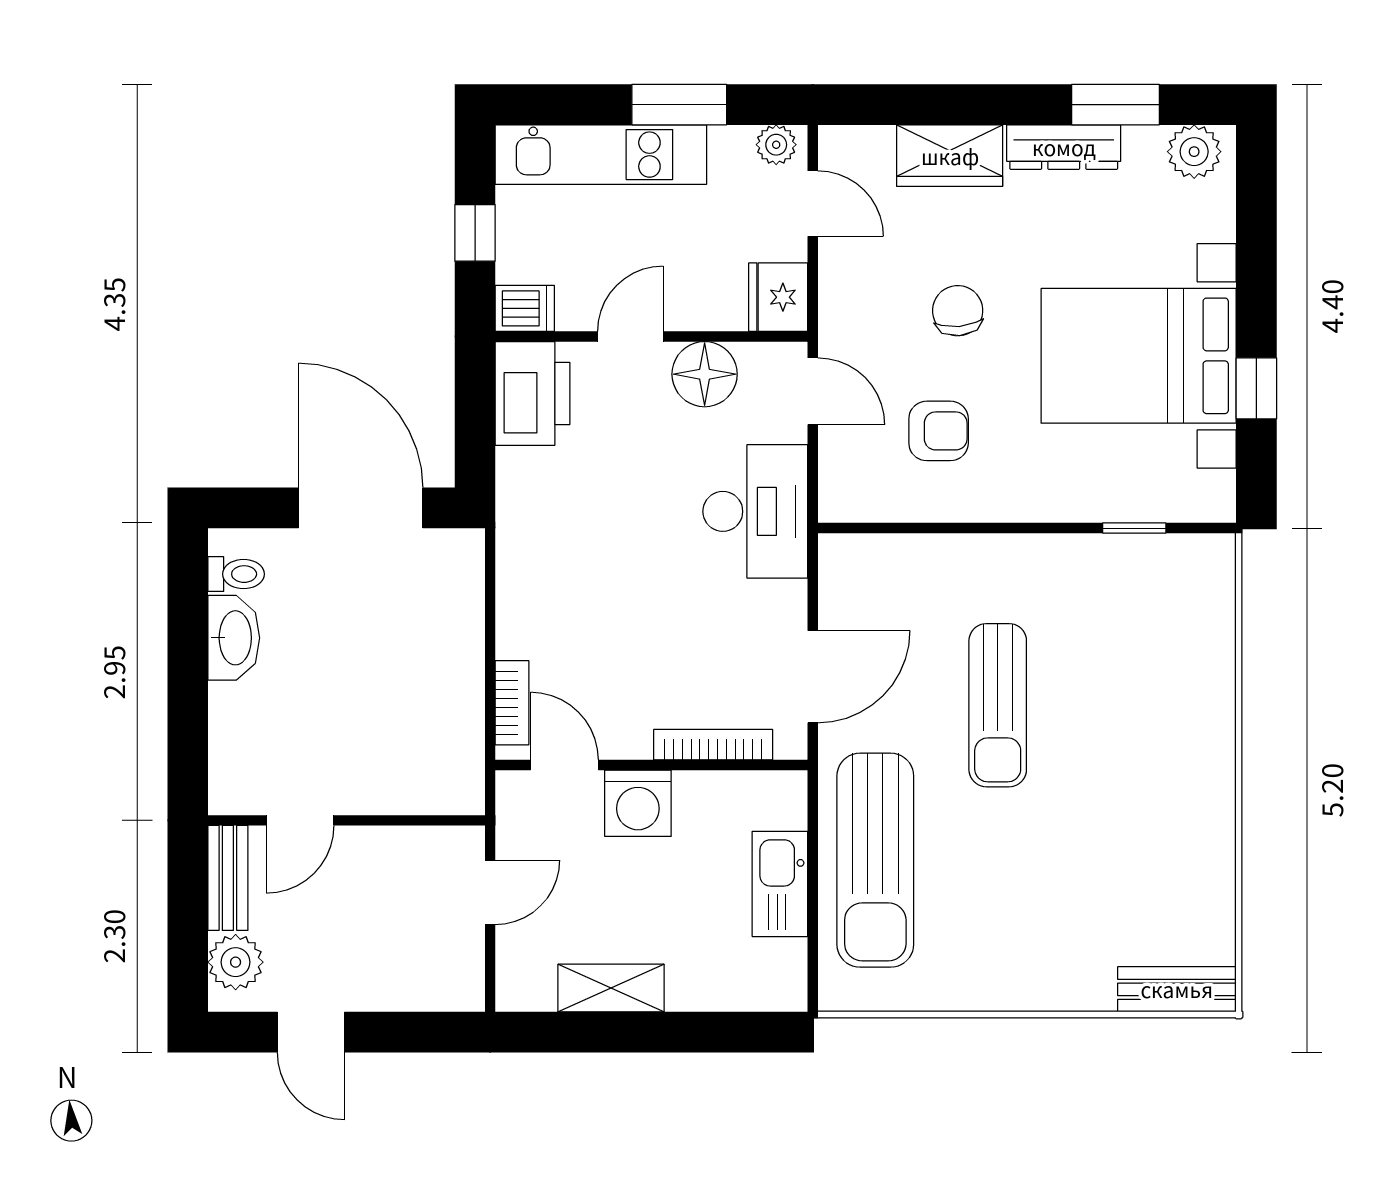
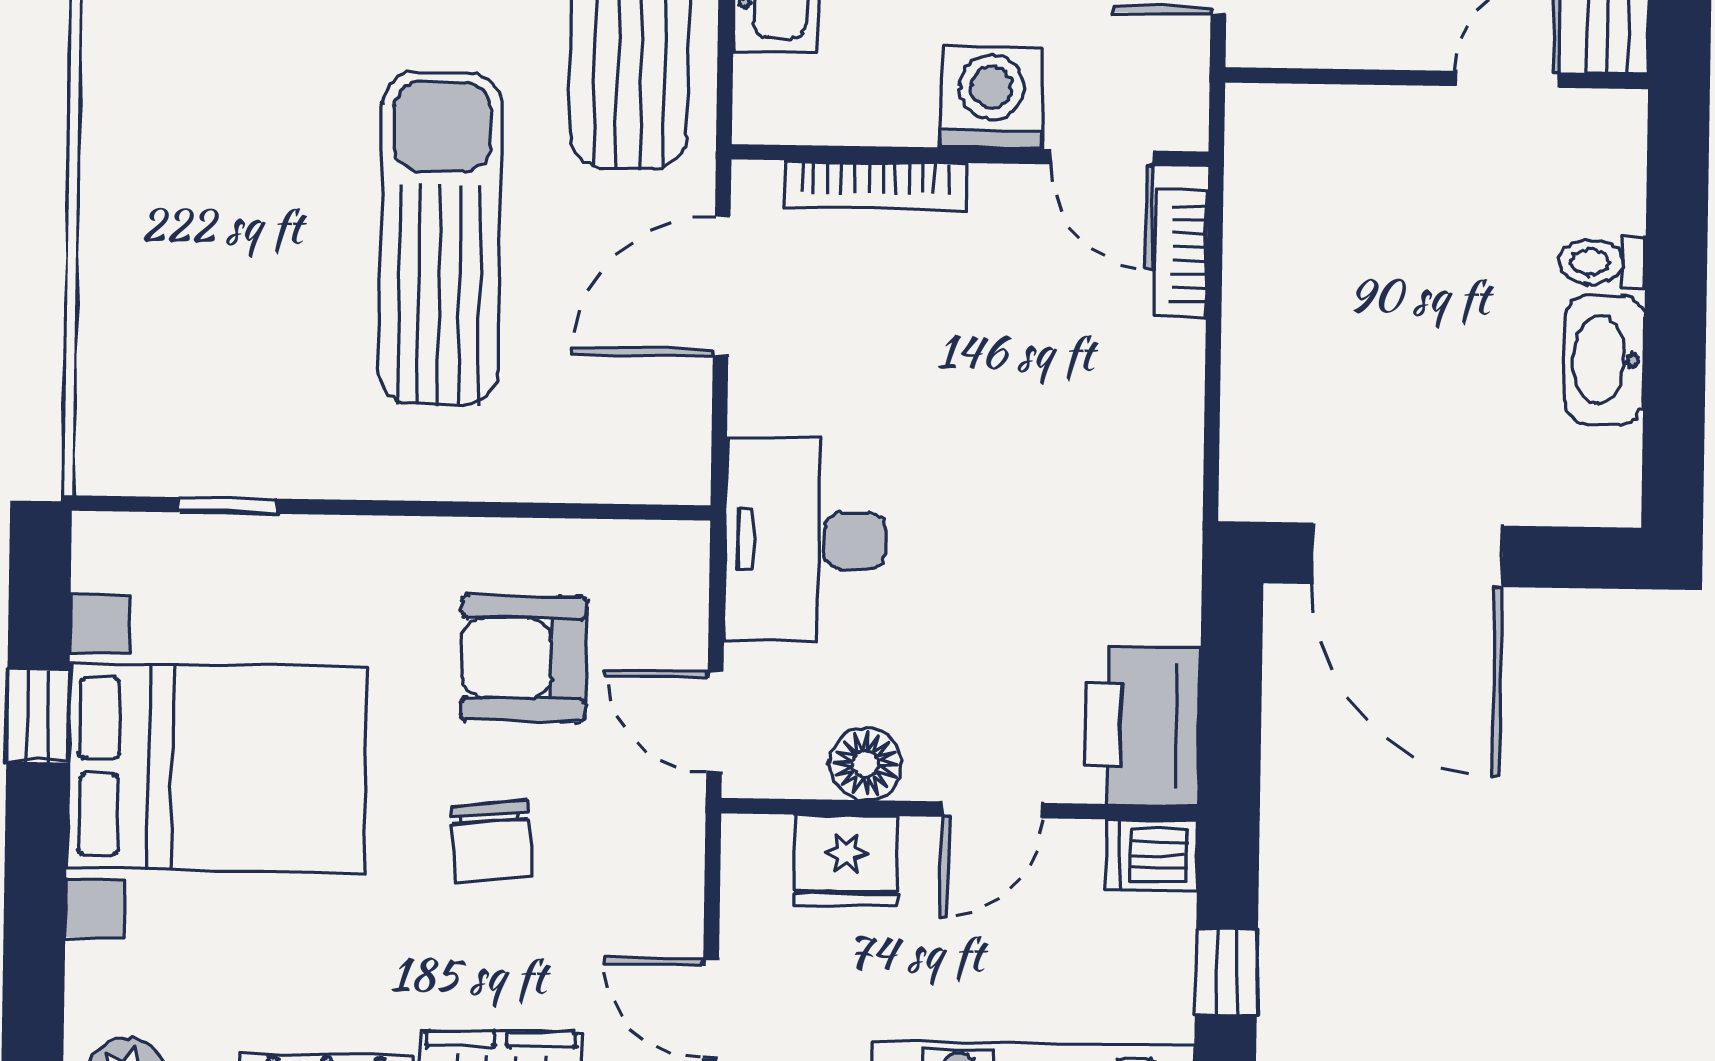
fridge: (778, 297) -> (846, 860), moved, turned 90
floor lamp: (705, 374) -> (866, 764), width x0.73, depth x0.73
armchair: (939, 431) -> (524, 658), width x1.38, depth x1.38
toilet: (236, 574) -> (1602, 262), moved
sun lounger: (998, 705) -> (440, 238), width x1.36, depth x1.34

